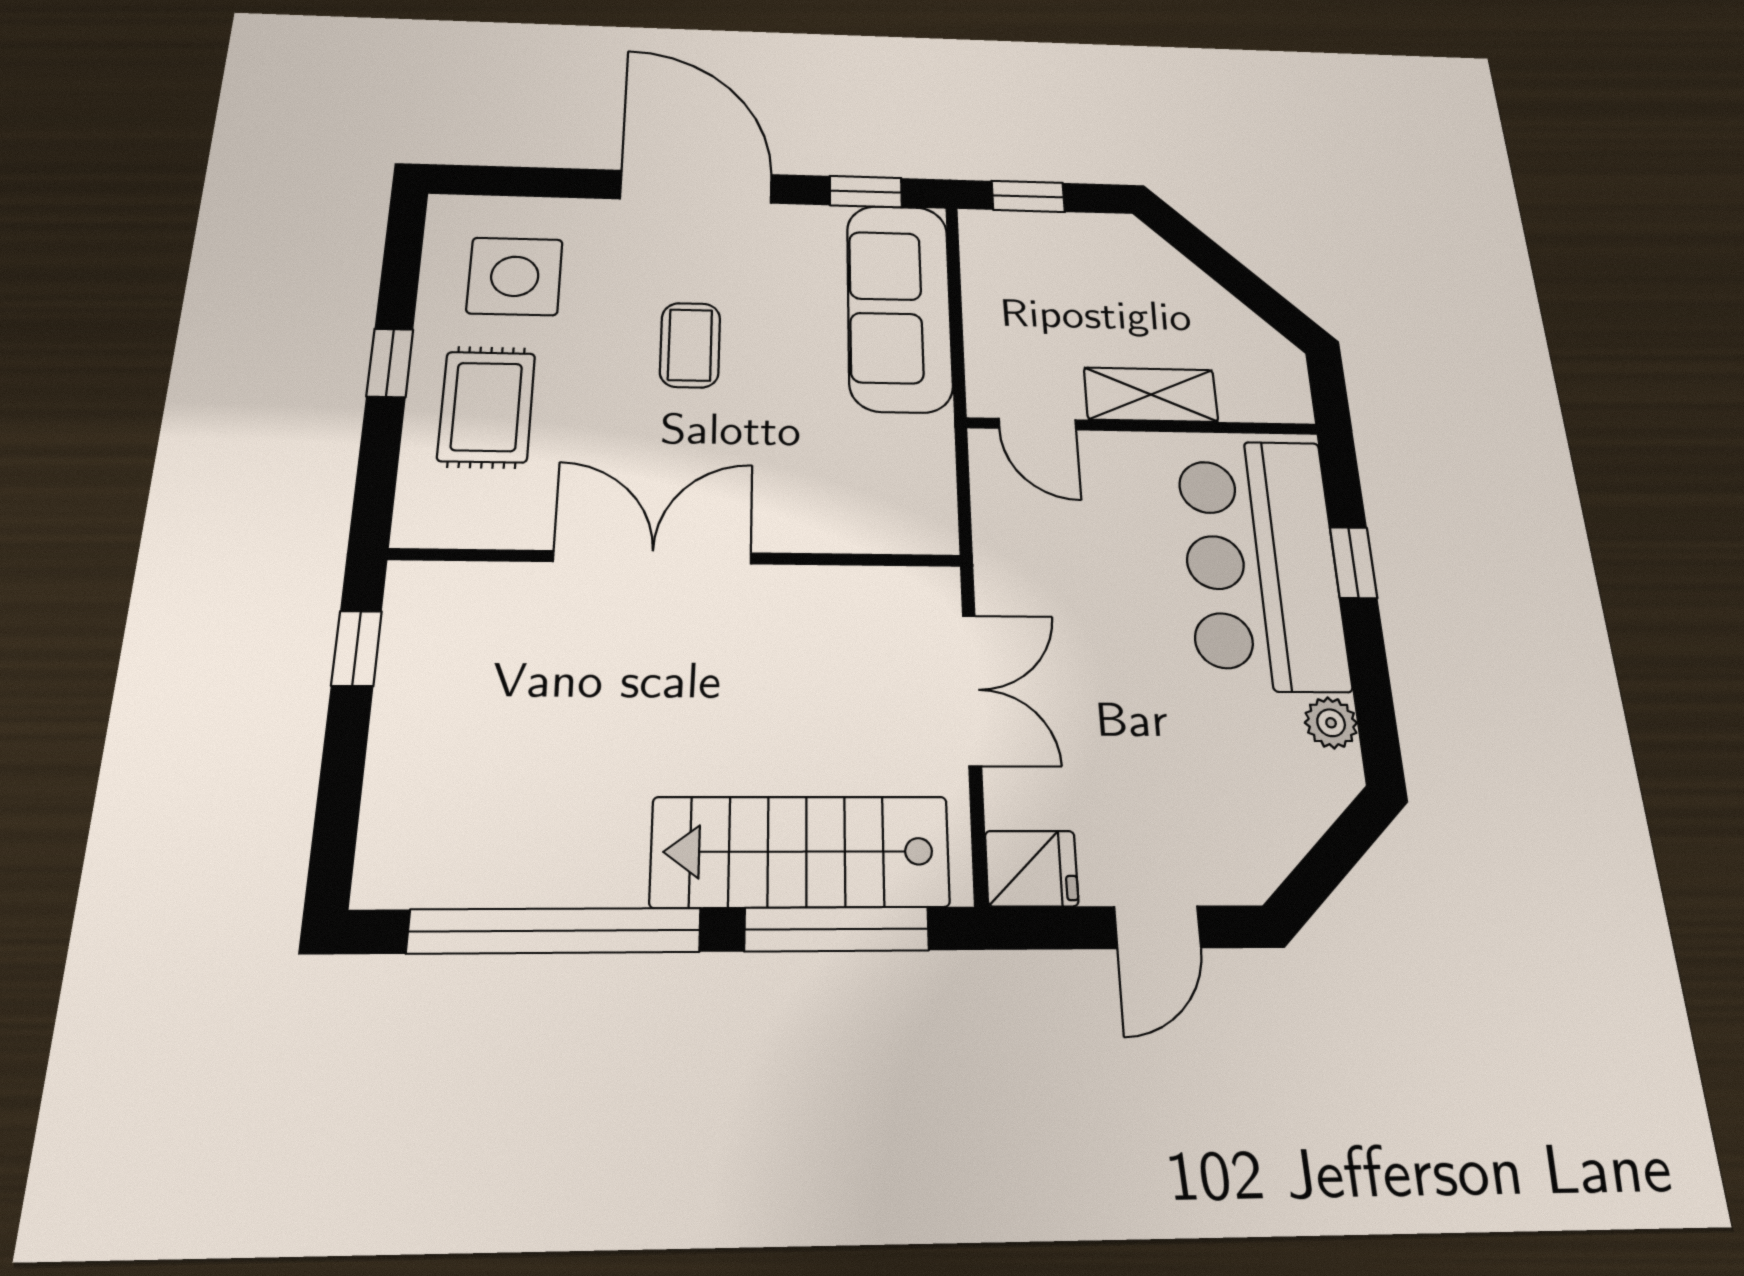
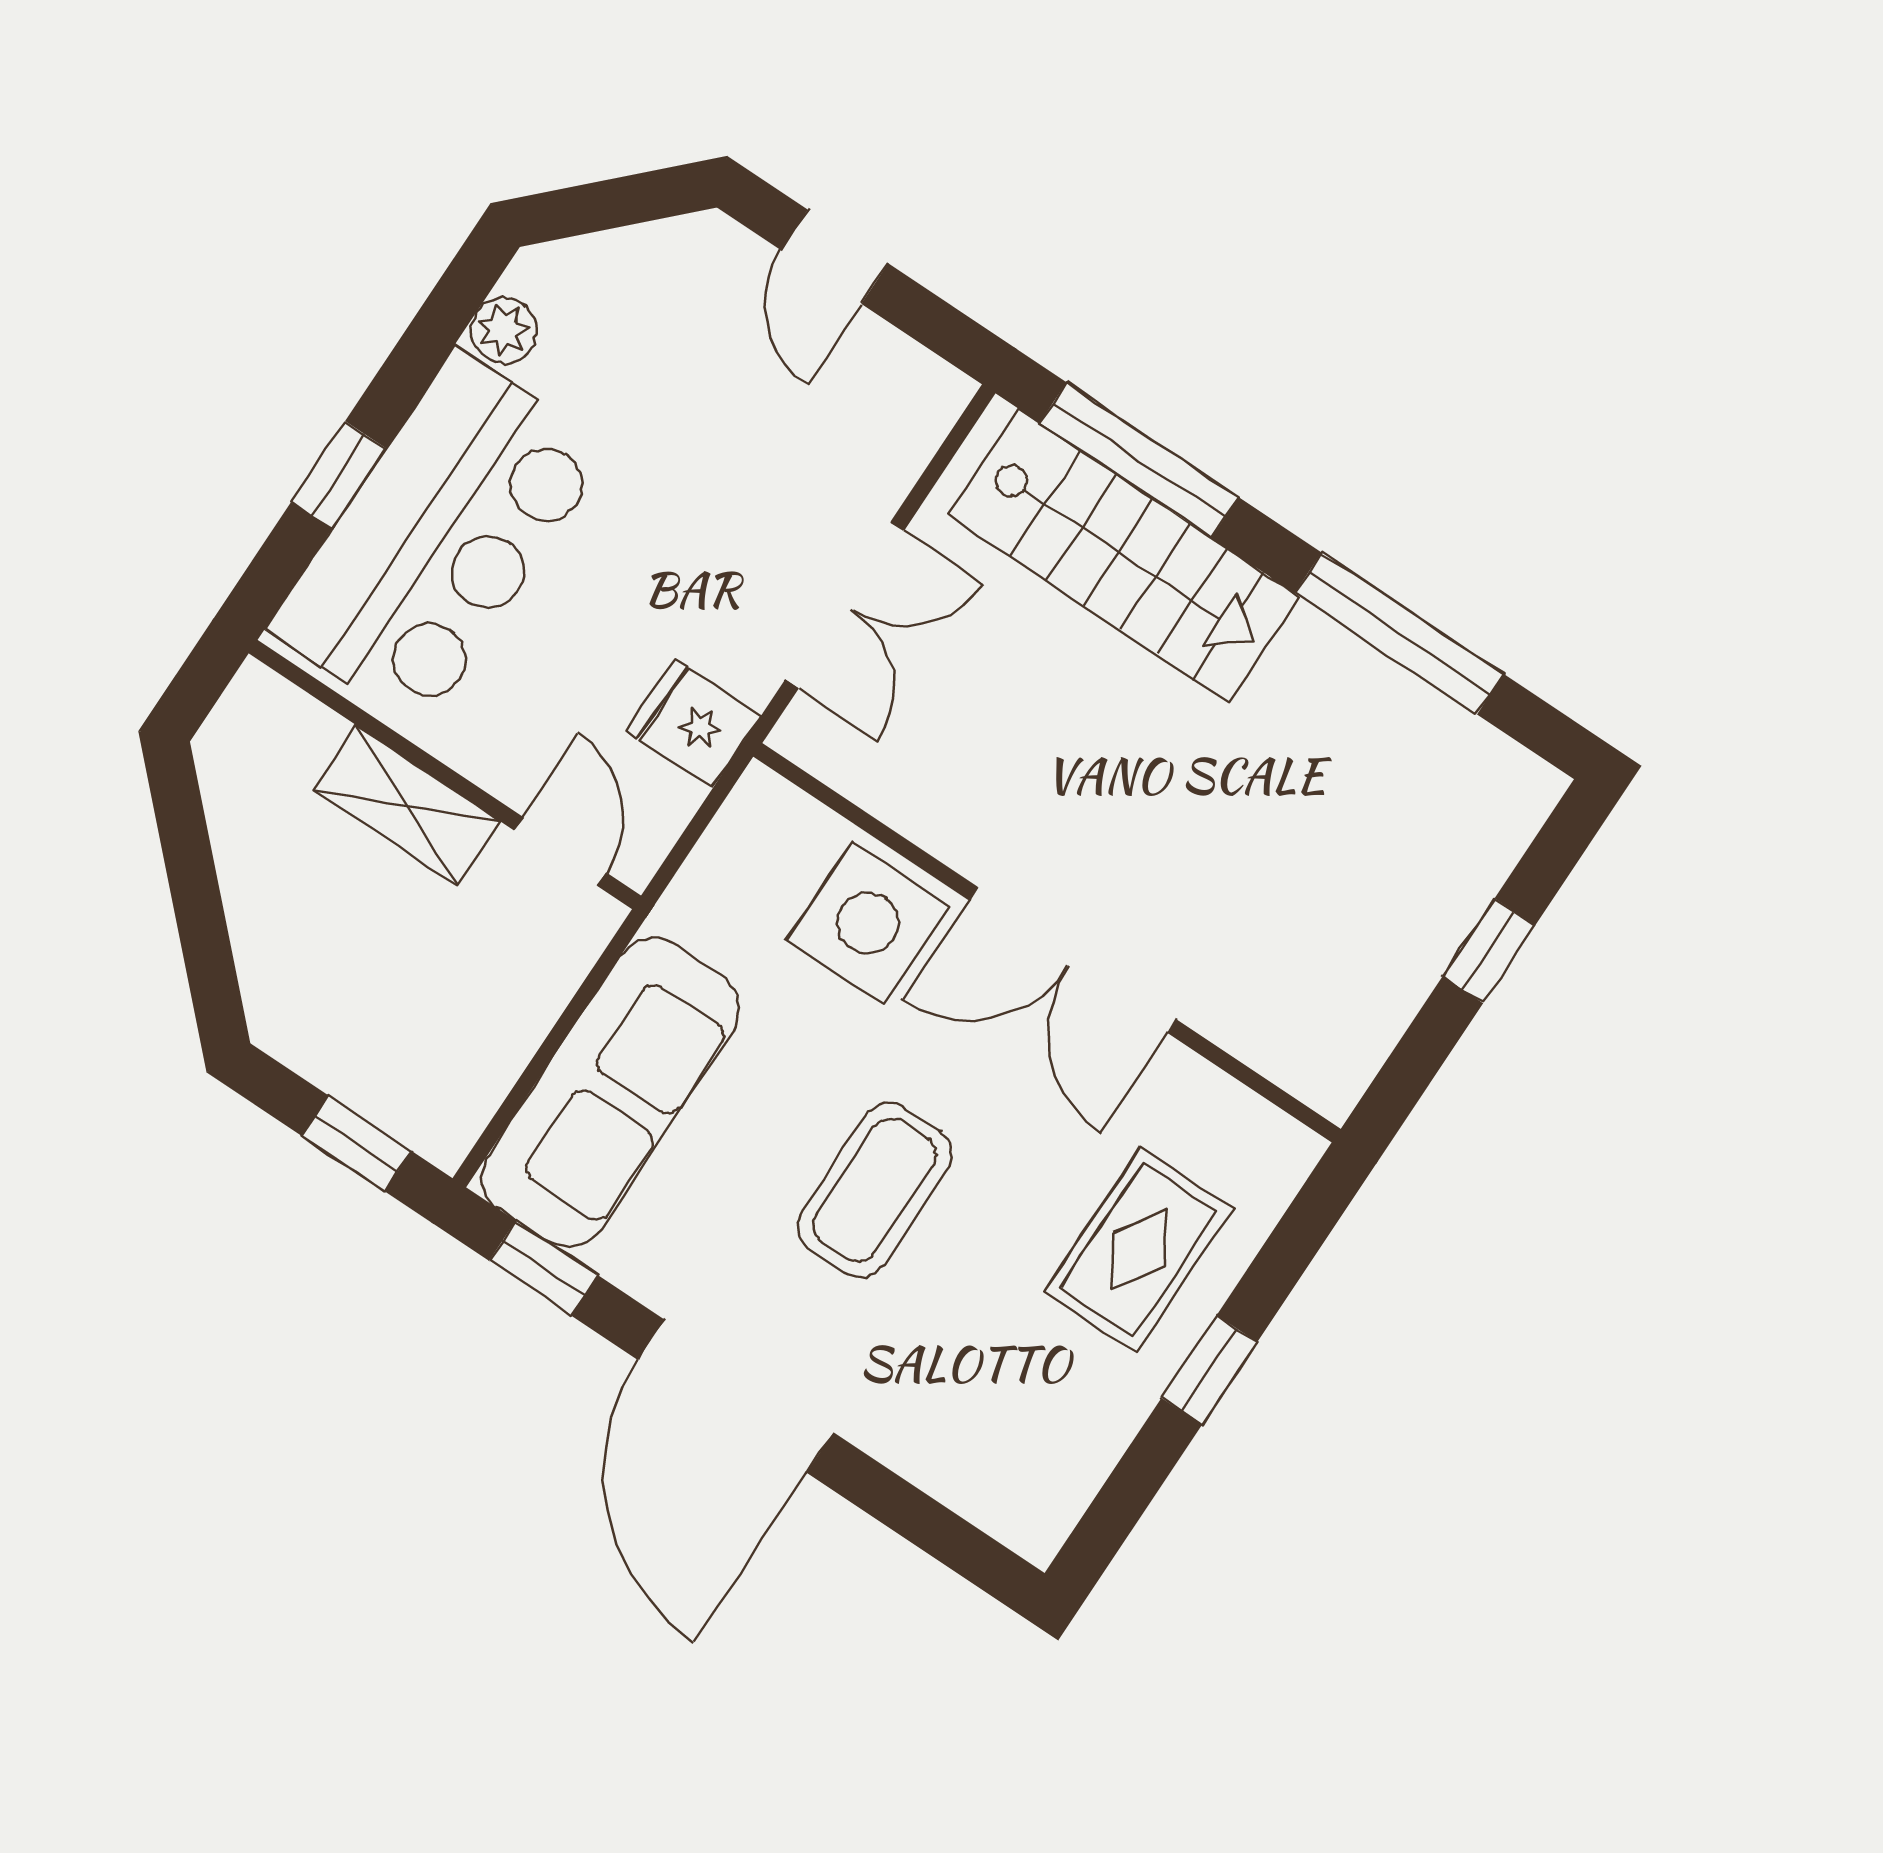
side table: (515, 276) -> (868, 923), moved
coffee table: (690, 345) -> (875, 1190), width x1.36, depth x1.30
window: (357, 648) -> (1489, 951), moved
double door: (972, 690) -> (845, 605), swing flipped
fridge: (1031, 868) -> (693, 723), moved
door: (1158, 927) -> (835, 257), swing flipped
window: (555, 931) -> (1399, 633), width x0.68

